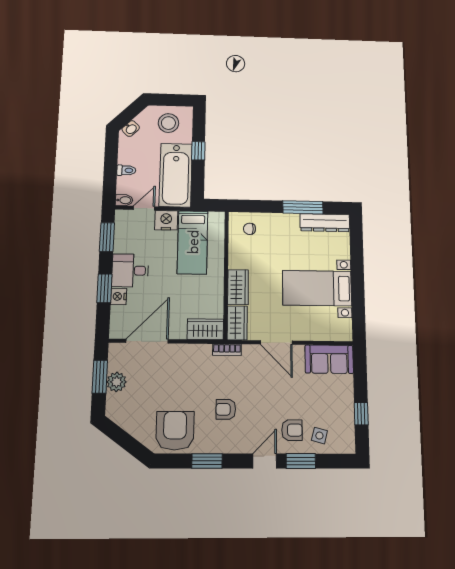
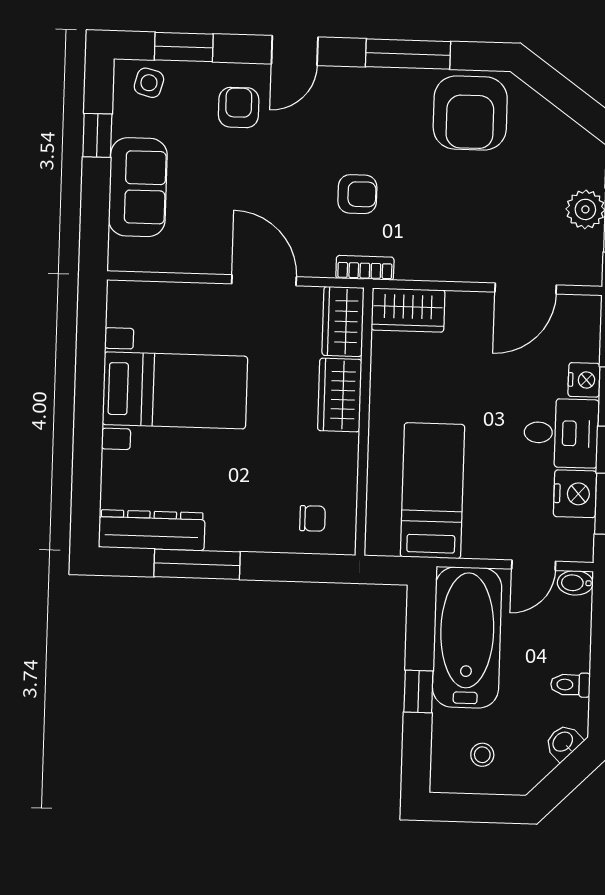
stool: (168, 123) -> (482, 755), width x0.53, depth x0.53
toilet: (126, 170) -> (570, 685), moved
nightstand: (166, 220) -> (575, 494), moved, turned -90
door: (147, 341) -> (526, 289), width x0.73
sofa: (329, 359) -> (138, 187), moved, turned 90
armchair: (226, 409) -> (357, 194), moved
armchair: (292, 430) -> (239, 107), turned 90
side table: (319, 436) -> (149, 83), moved
window: (207, 461) -> (408, 54), width x1.44
window: (301, 461) -> (184, 47), moved

